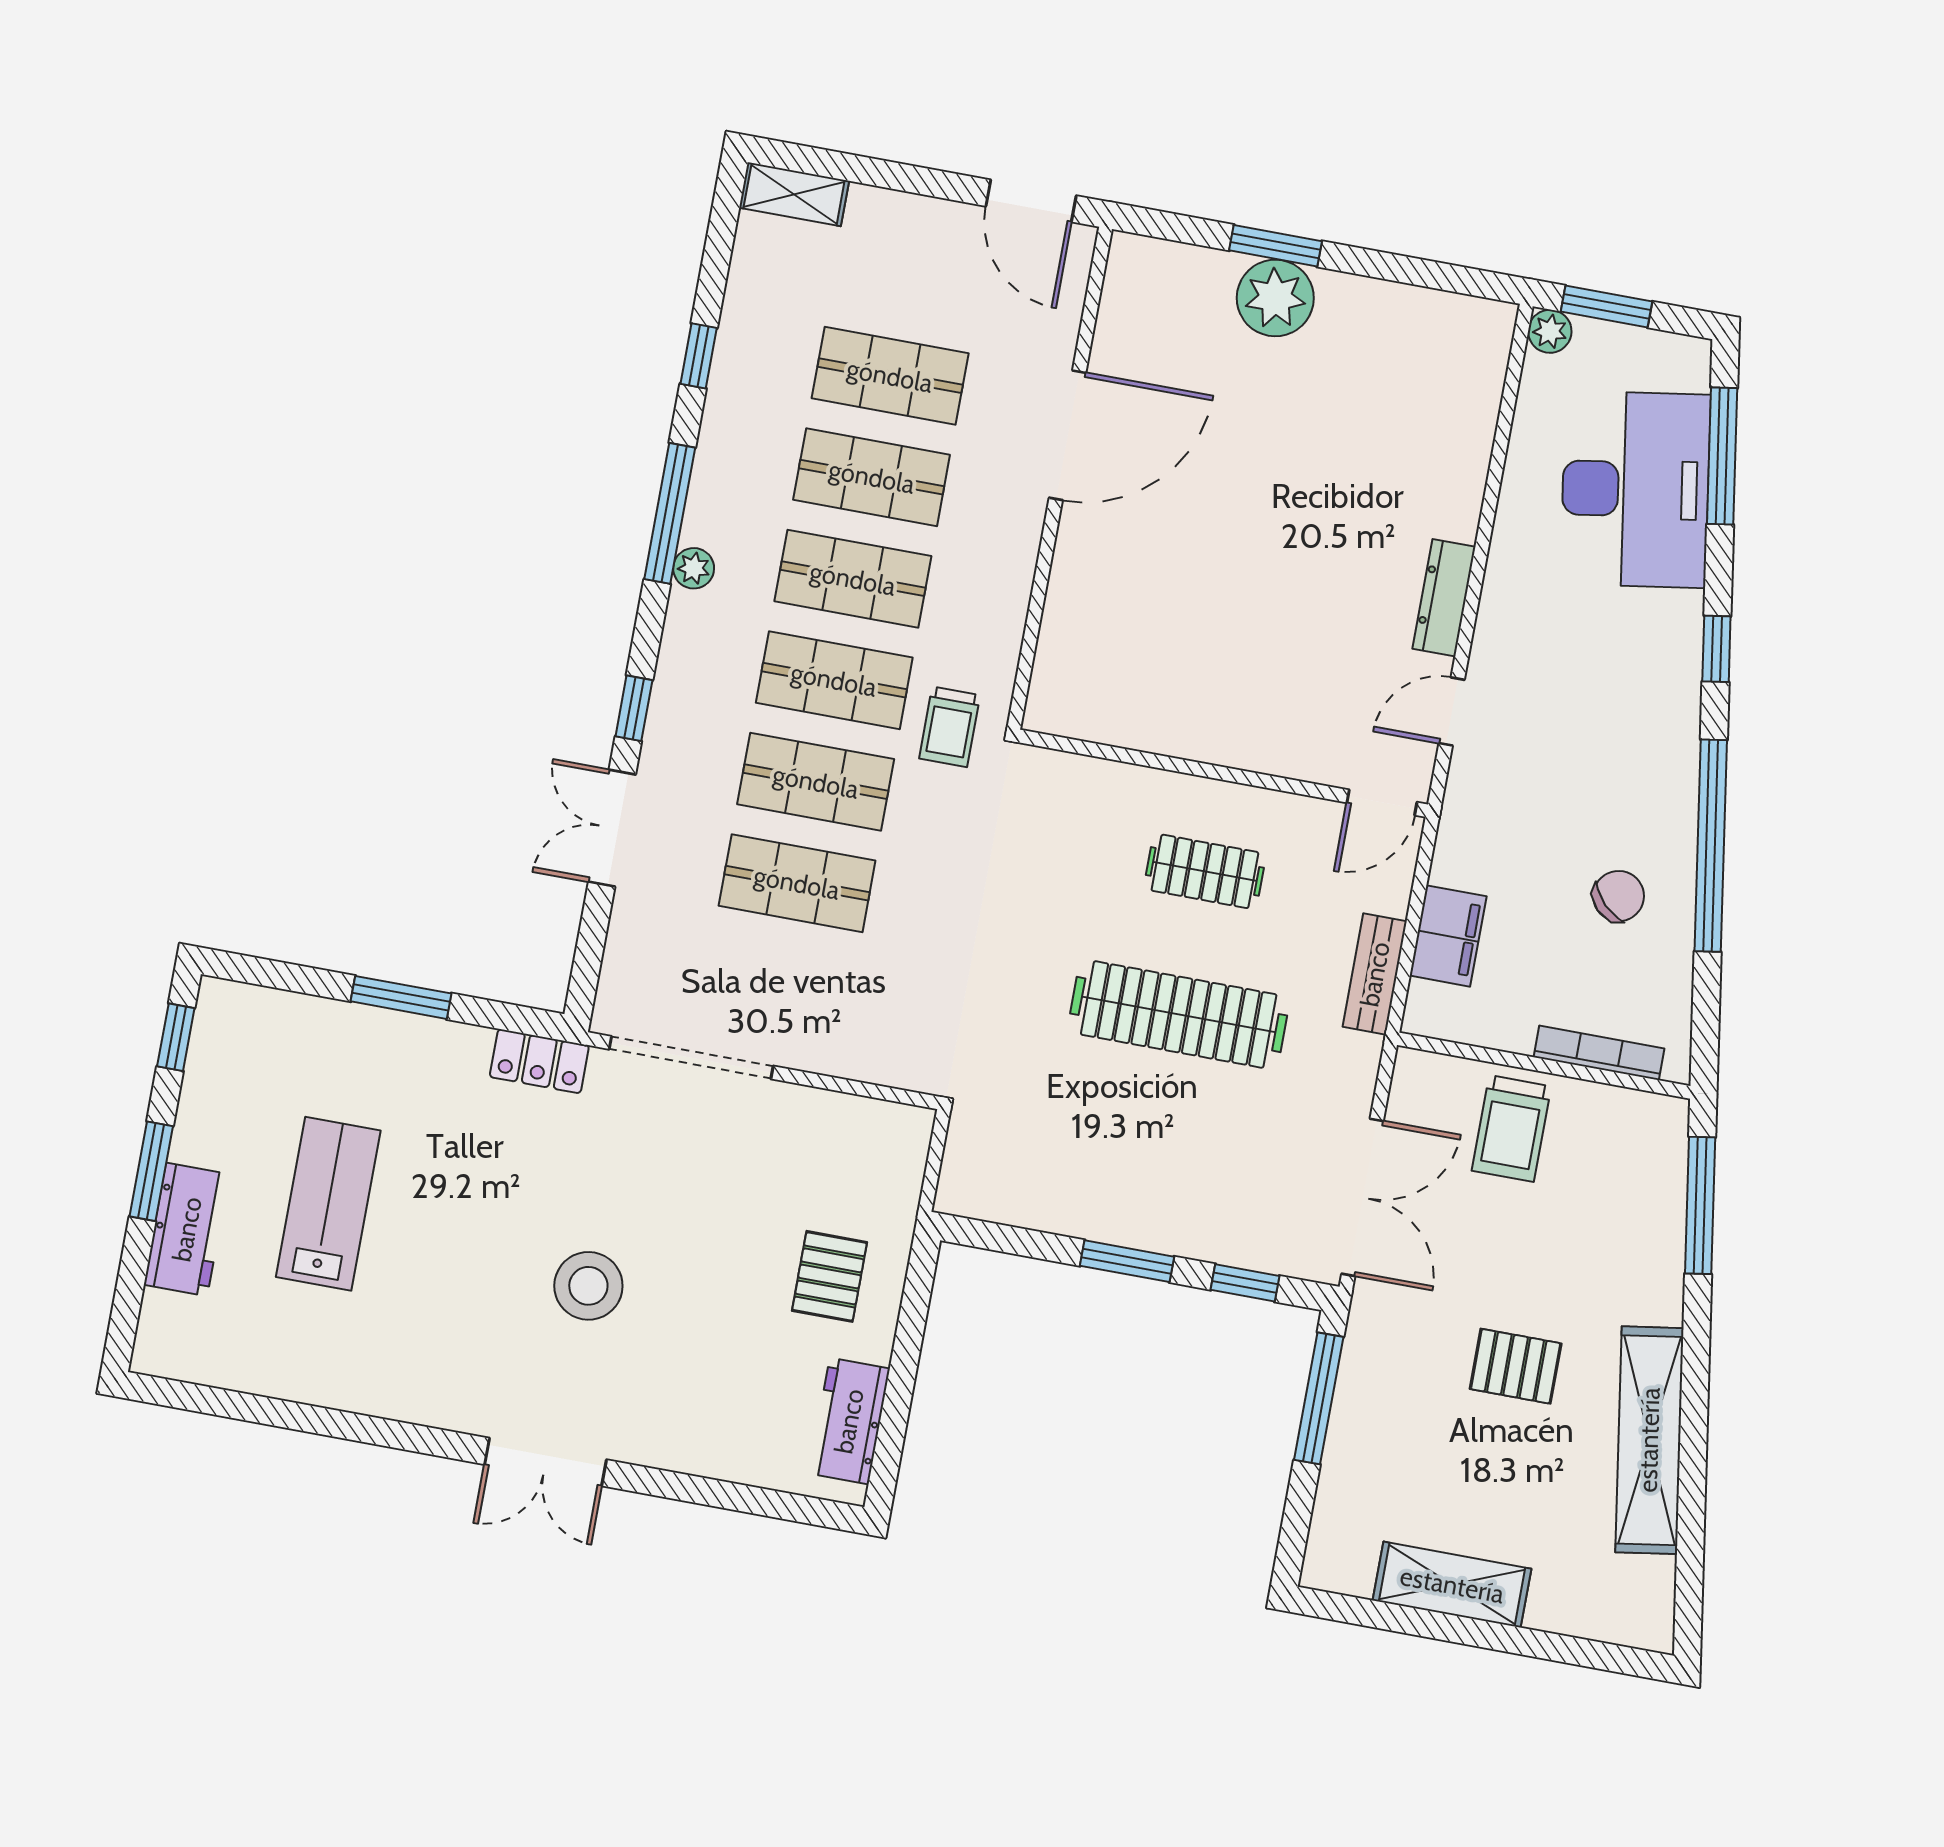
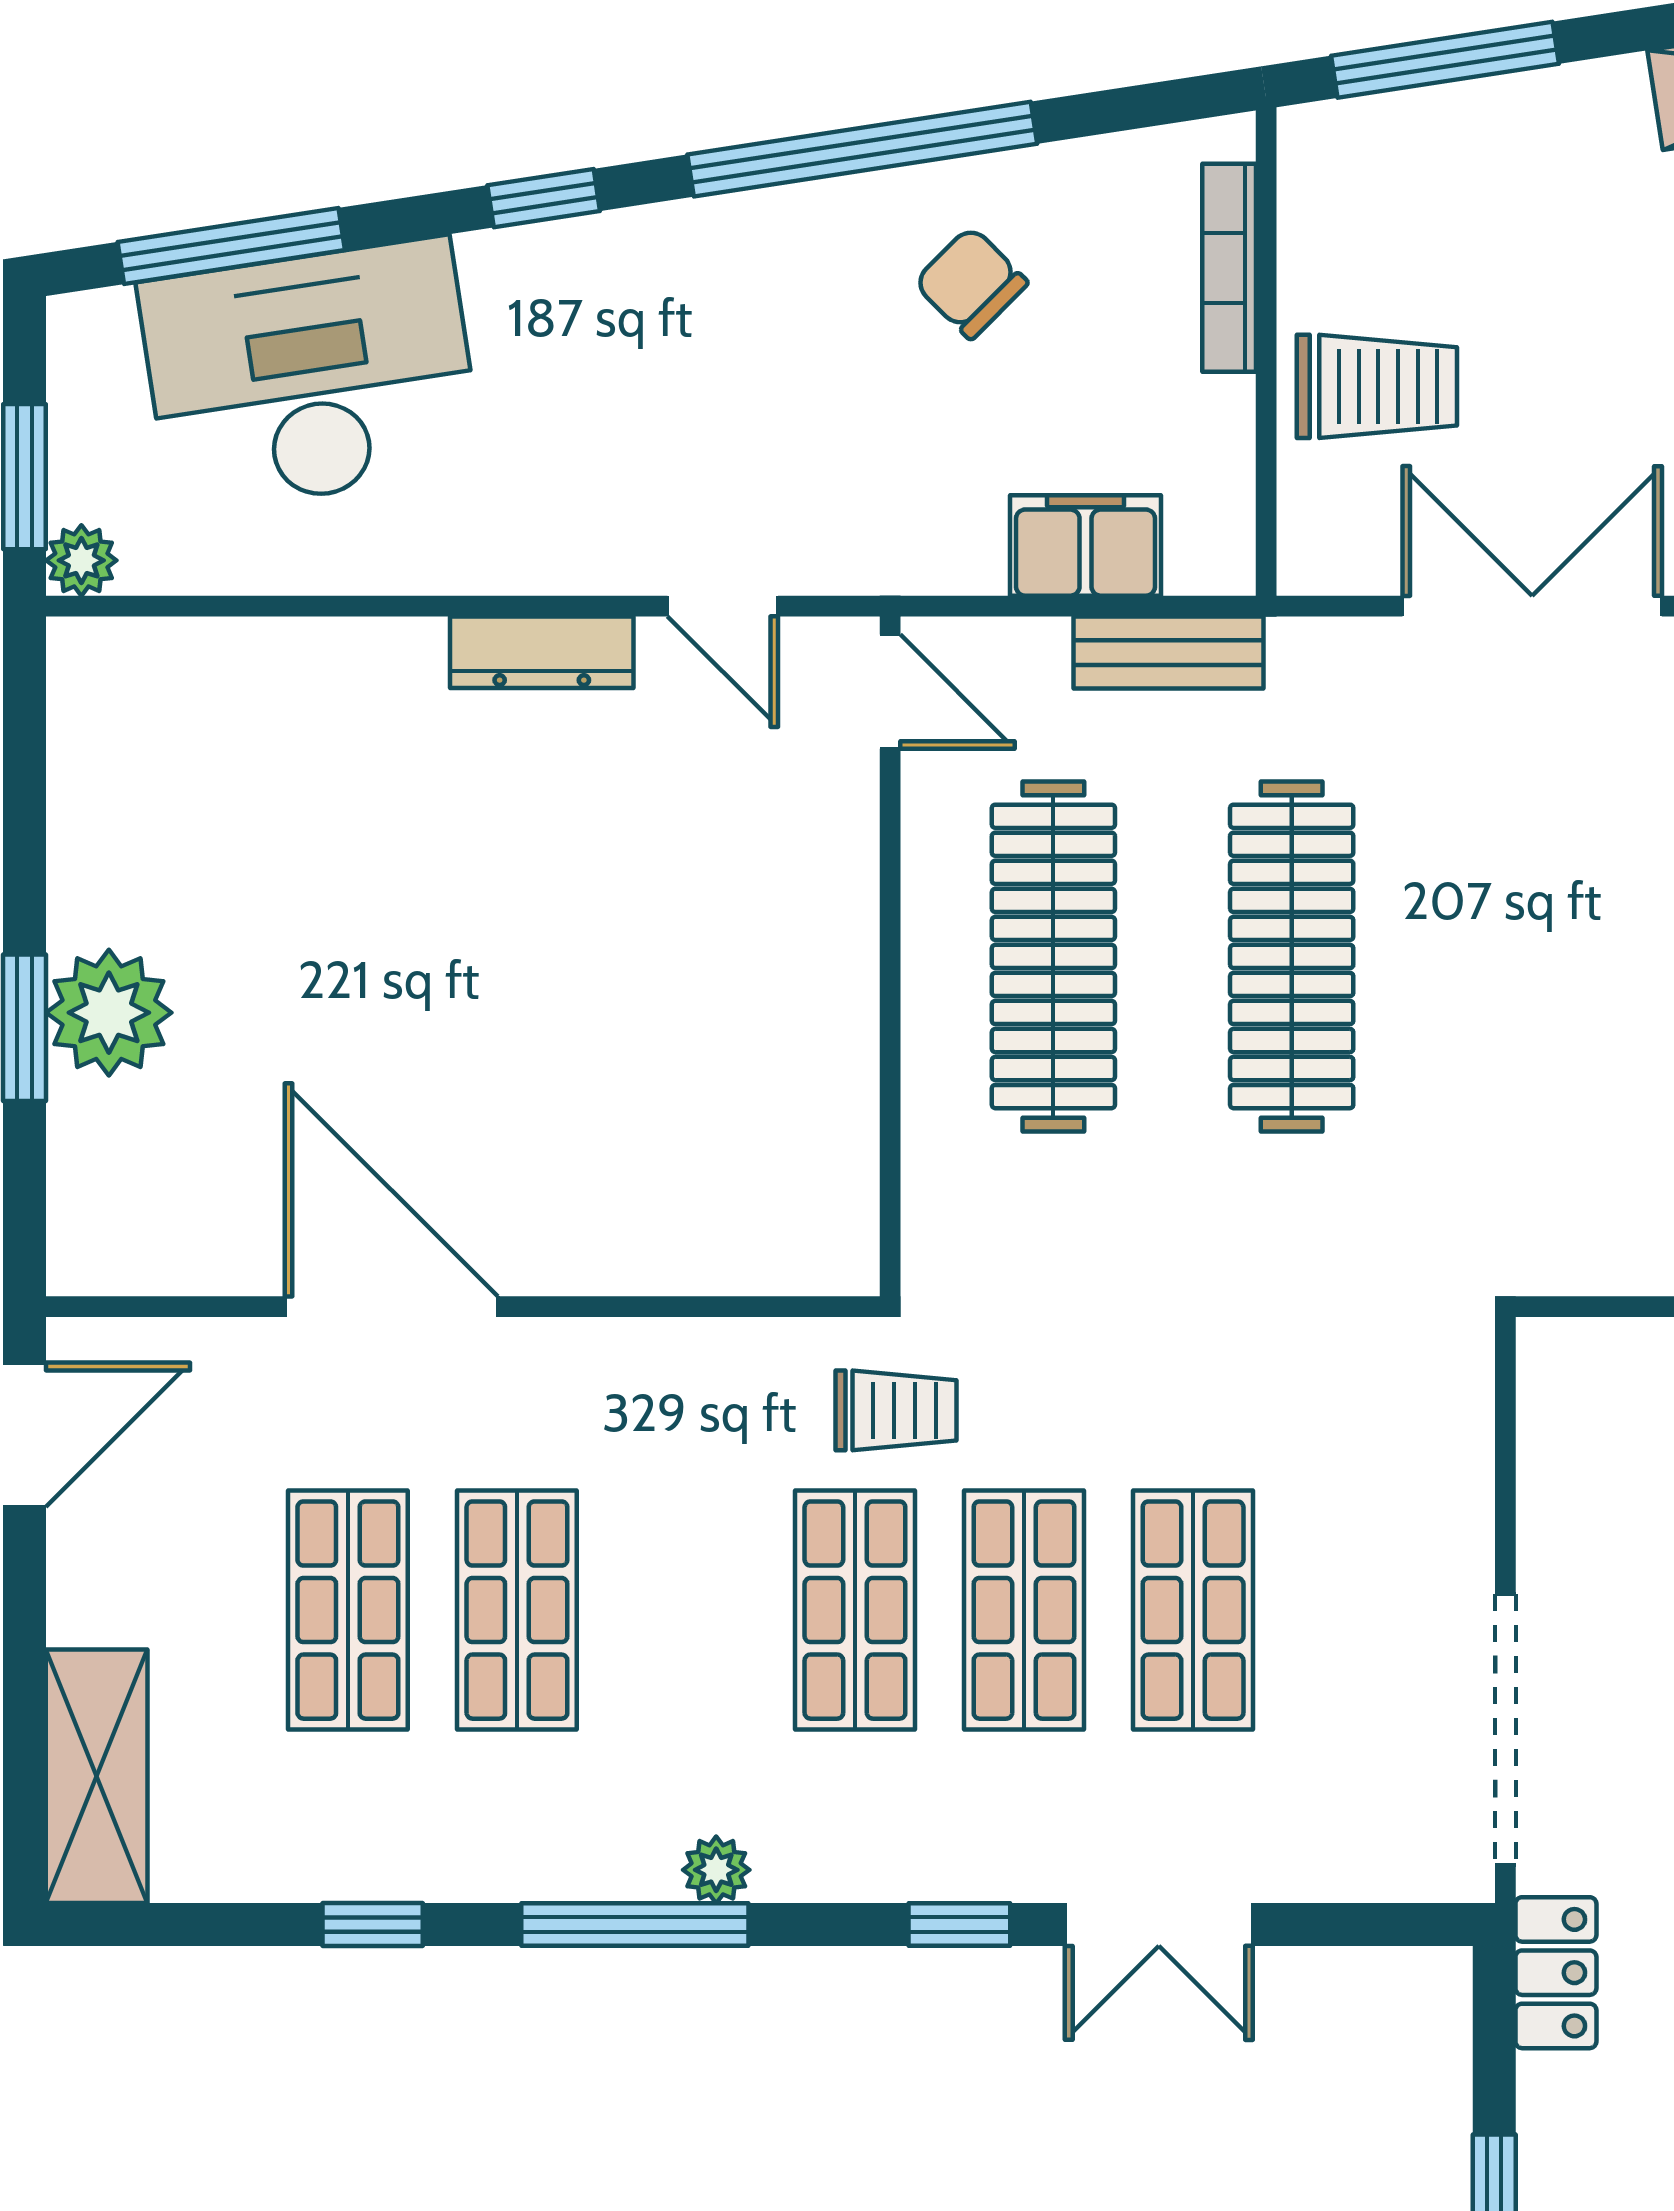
shelving: (794, 194) -> (97, 1776), width x1.50, depth x1.33
shop shelf: (853, 579) -> (686, 1610), removed
clothes rail: (1205, 871) -> (1053, 956), width x1.86, depth x1.31

